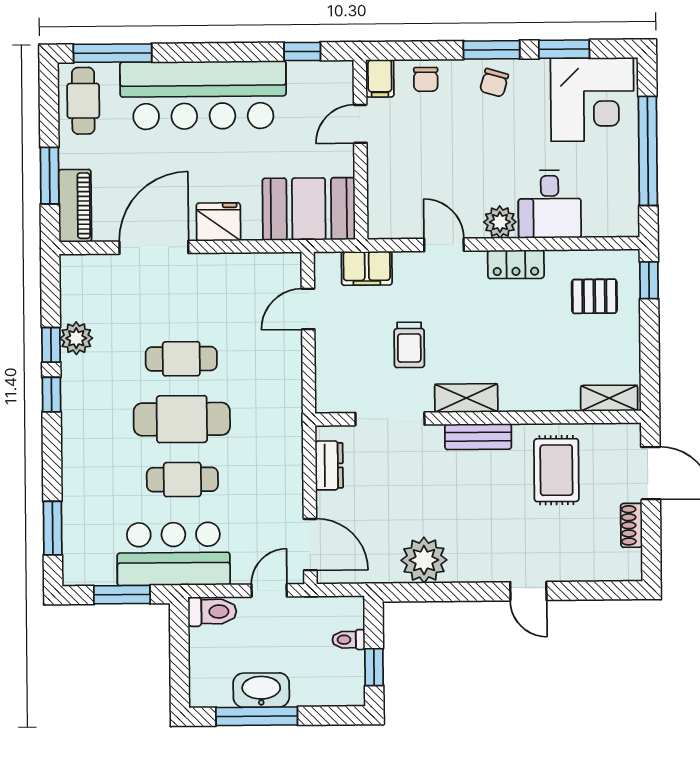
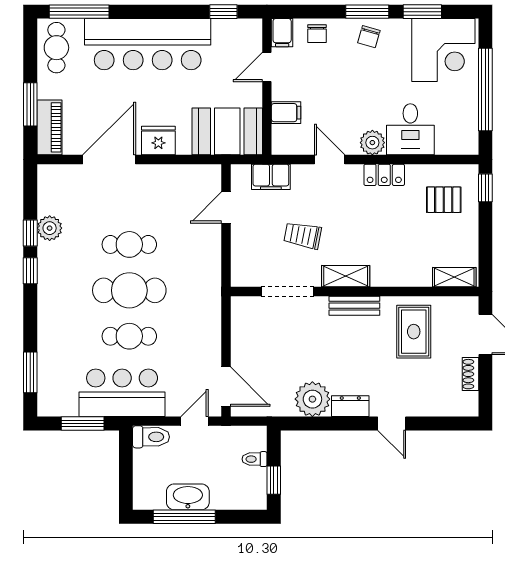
filing cabinet: (386, 184) -> (286, 113), added
trolley: (409, 345) -> (303, 235), turned 101
dresser: (329, 465) -> (350, 406), moved, turned -90

